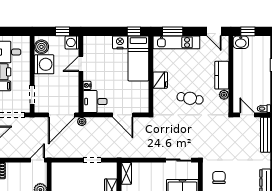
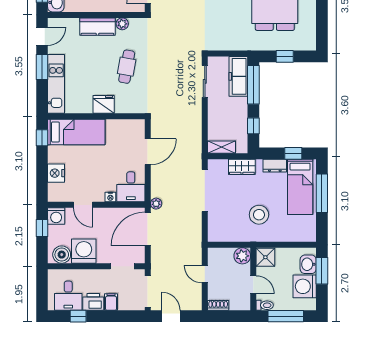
window: (173, 31) -> (42, 67), moved
nightstand: (120, 42) -> (56, 173), moved
door: (62, 115) -> (148, 229), swing flipped
door: (38, 160) -> (205, 274), moved
doorway: (92, 160) -> (205, 190), width x1.88
chair: (219, 178) -> (227, 30), removed

